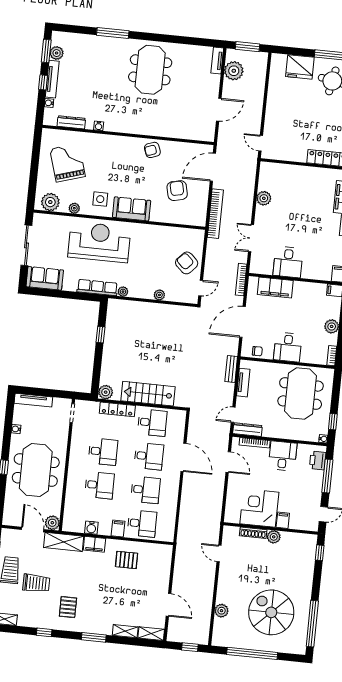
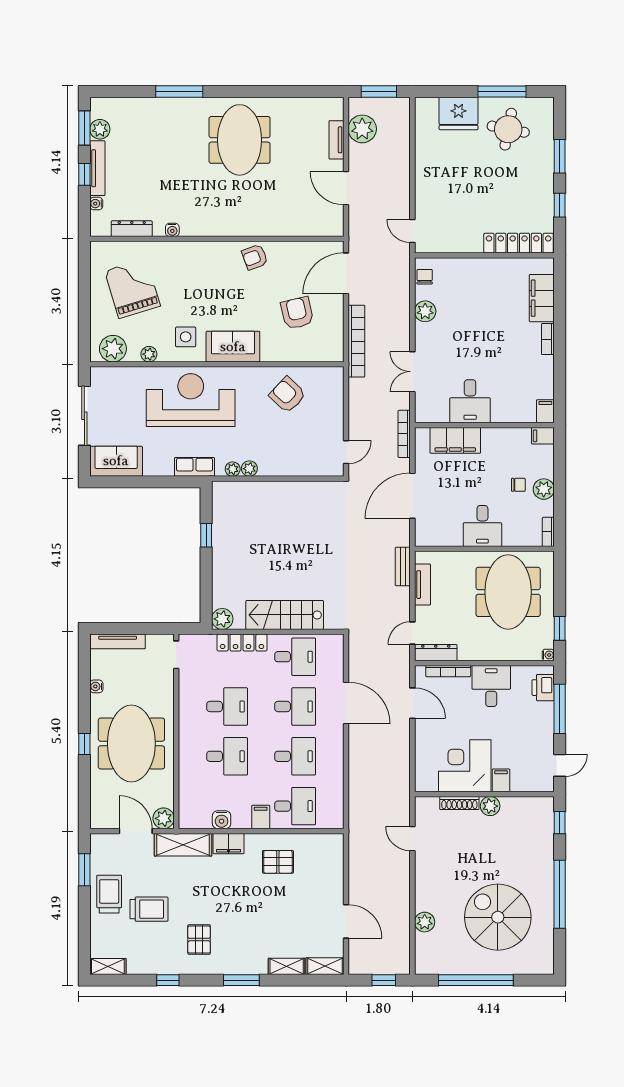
tv unit: (217, 61) -> (336, 140), moved
door: (219, 110) -> (346, 188), swing flipped
chair: (266, 175) -> (425, 277), added
armchair: (187, 263) -> (287, 395), moved
row of seats: (97, 288) -> (194, 467), width x0.68
plant: (159, 295) -> (249, 469), moved
chair: (257, 351) -> (518, 485), moved
window: (312, 624) -> (560, 894), moved

